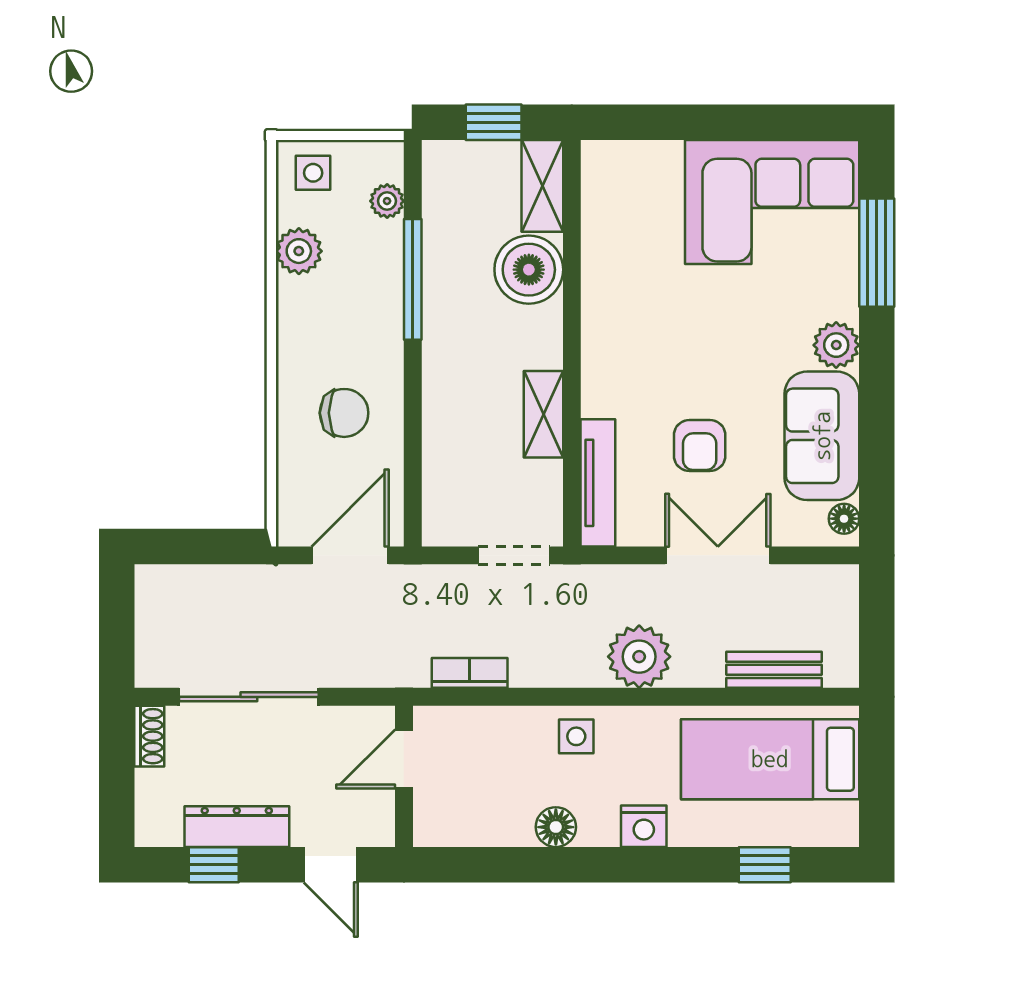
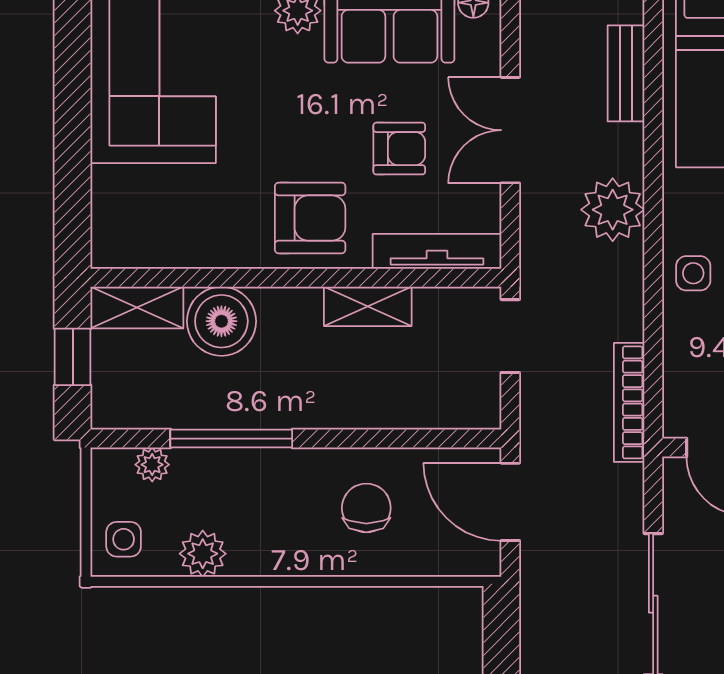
armchair: (631, 357) -> (310, 218), added
bookcase: (470, 673) -> (629, 402), width x1.56

